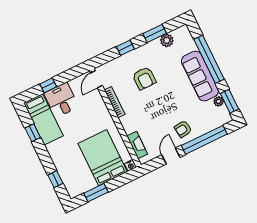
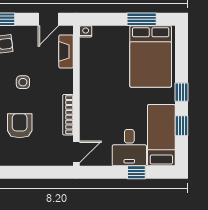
window: (125, 48) -> (24, 172), removed
side table: (157, 109) -> (23, 82), added
door: (171, 156) -> (48, 19), moved
bed: (103, 158) -> (151, 56), moved
window: (55, 179) -> (182, 92), moved

